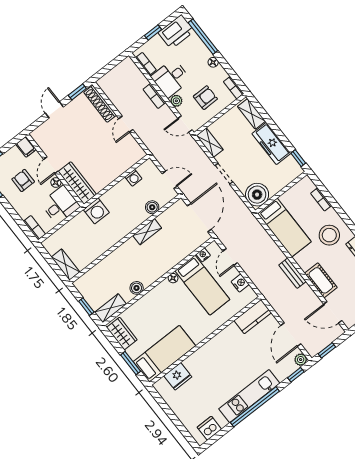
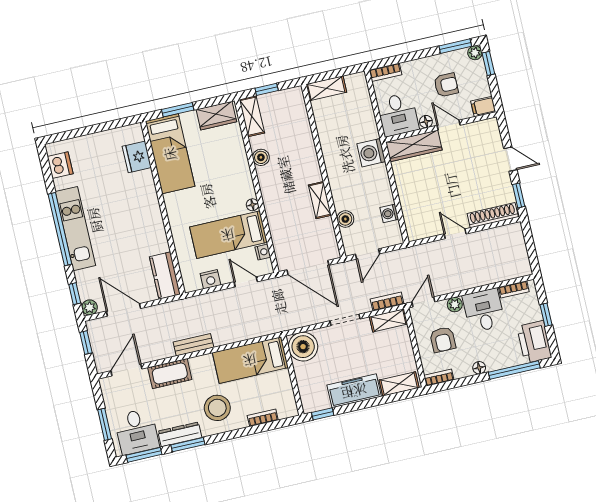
bookcase: (154, 96) -> (387, 301), moved

